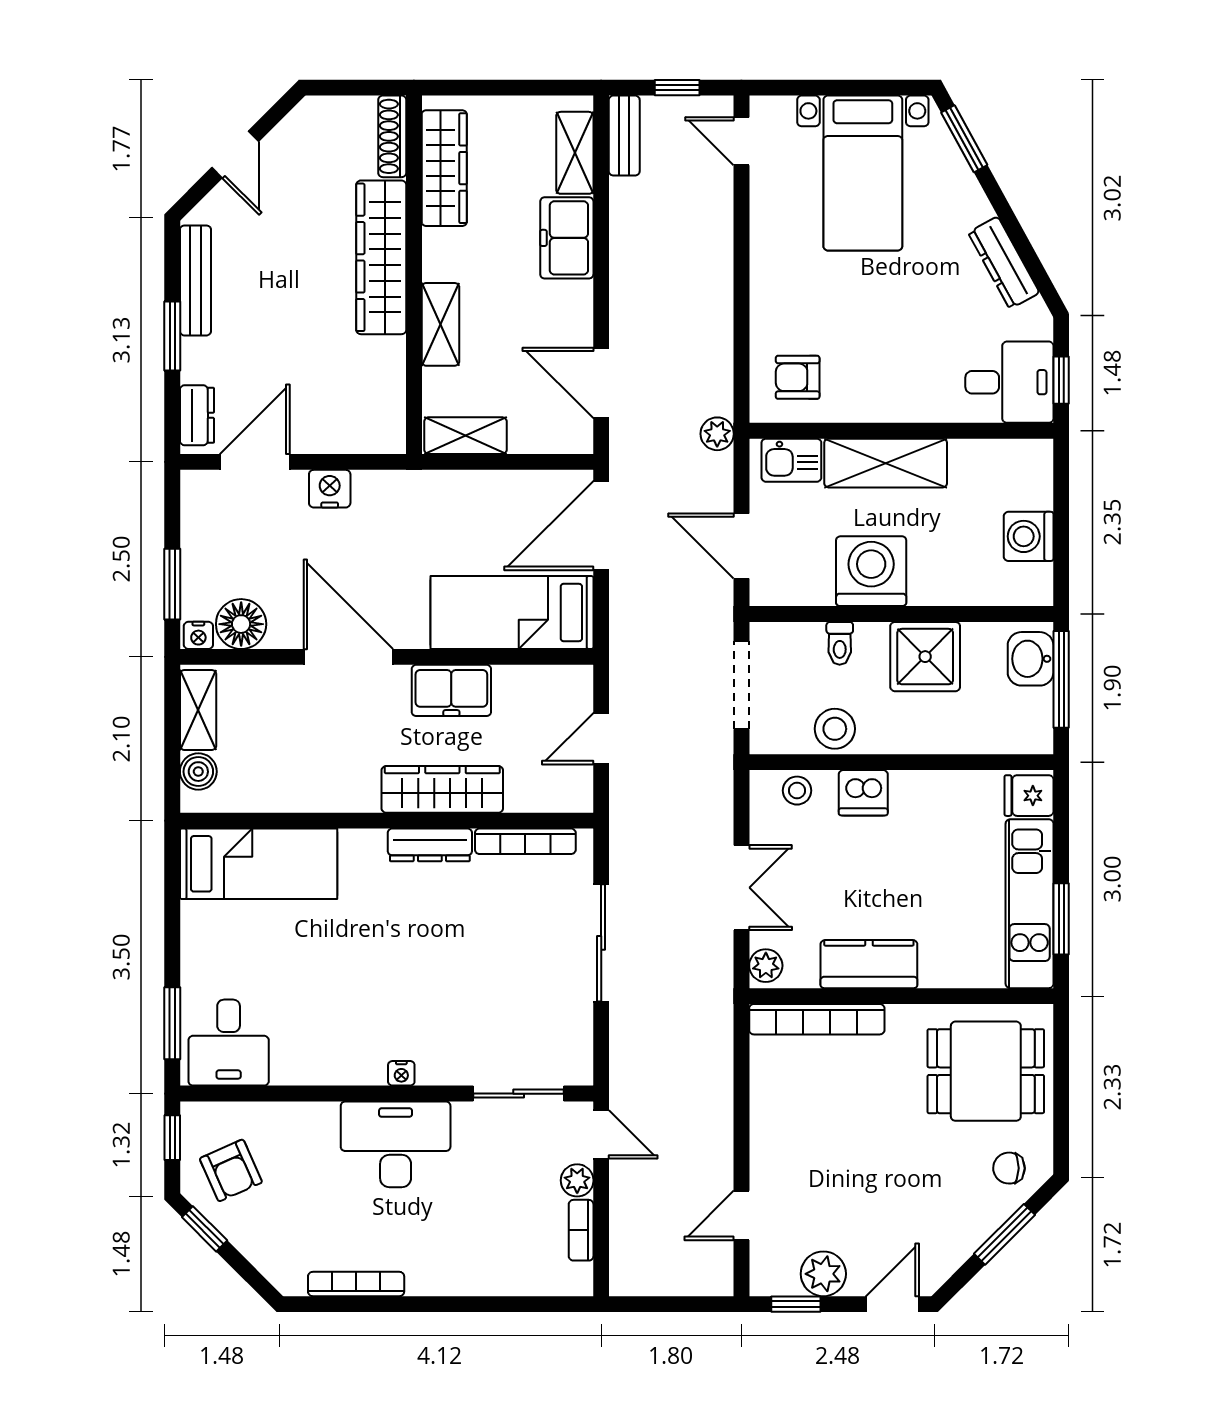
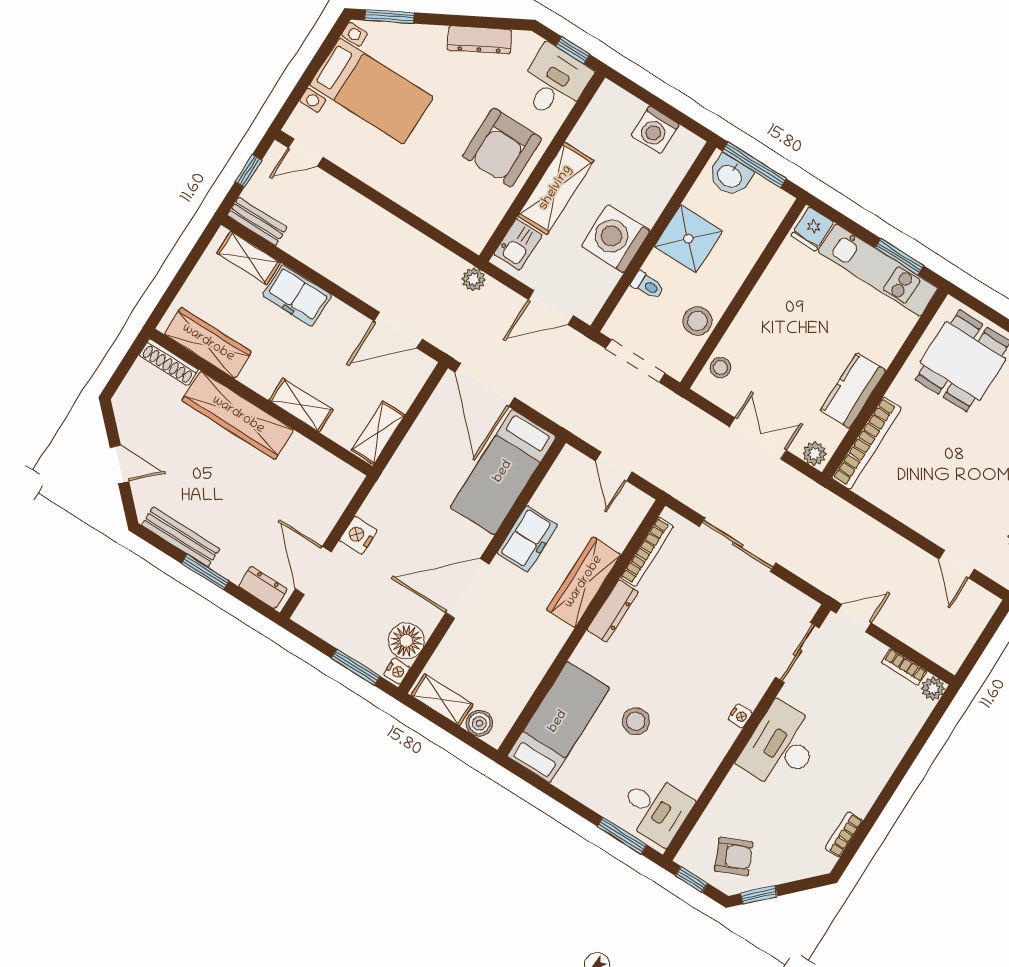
armchair: (798, 377) -> (502, 147), moved, width x1.88, depth x1.88
dishwasher: (863, 793) -> (747, 328), removed
stool: (317, 954) -> (636, 721), added
plant: (577, 1180) -> (933, 689), moved
bookcase: (356, 1284) -> (844, 835), width x0.64

